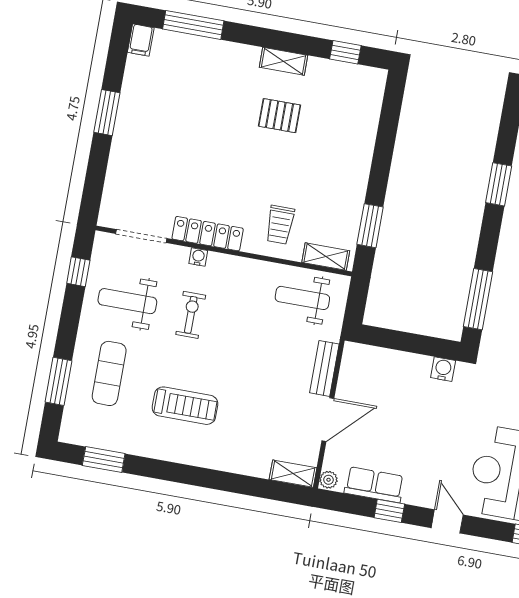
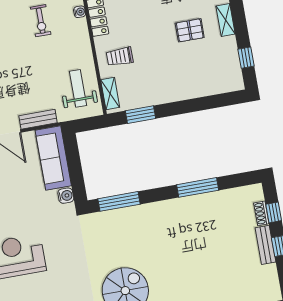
pallet: (279, 116) -> (190, 30), turned 90
window: (499, 184) -> (198, 187), width x1.44
exercise bike: (191, 315) -> (41, 21), turned 90
sofa: (385, 367) -> (53, 158), added

